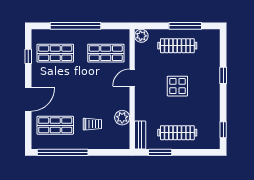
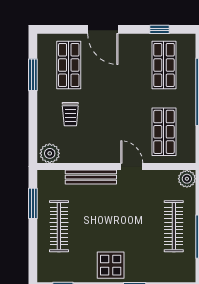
display table: (177, 86) -> (111, 265), moved
plant: (122, 118) -> (50, 153), moved
bench: (140, 135) -> (91, 177), moved, width x1.36
window: (63, 152) -> (33, 75), width x0.47

